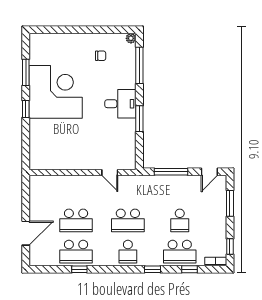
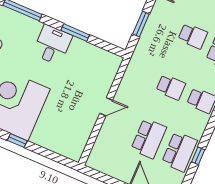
door: (110, 172) -> (106, 107), moved
window: (171, 172) -> (141, 24), width x0.69
school desk: (128, 220) -> (171, 87), width x0.54

